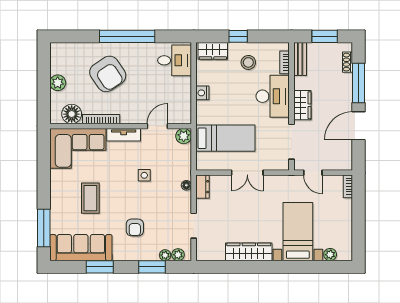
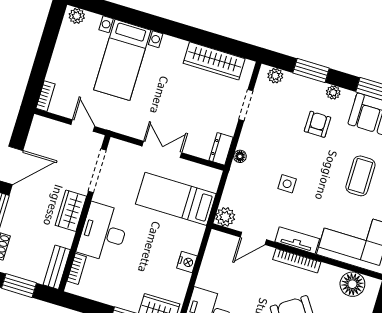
stool: (248, 62) -> (120, 282), removed
bookcase: (101, 119) -> (297, 261), moved
wardrobe: (249, 252) -> (214, 61), moved
plant: (165, 255) -> (333, 92), moved
plant: (330, 255) -> (77, 16), moved

